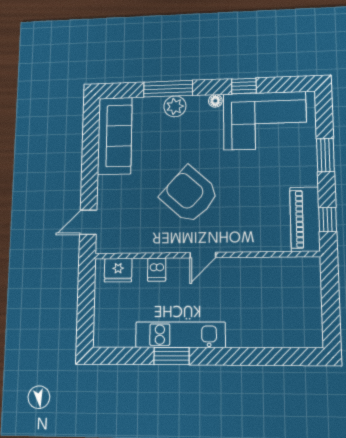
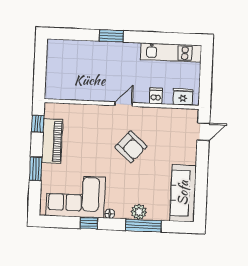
armchair: (189, 195) -> (131, 147), width x0.73, depth x0.73
piano: (305, 219) -> (52, 141), moved
kitchen unit: (180, 335) -> (171, 53), moved
window: (172, 356) -> (111, 36), moved

